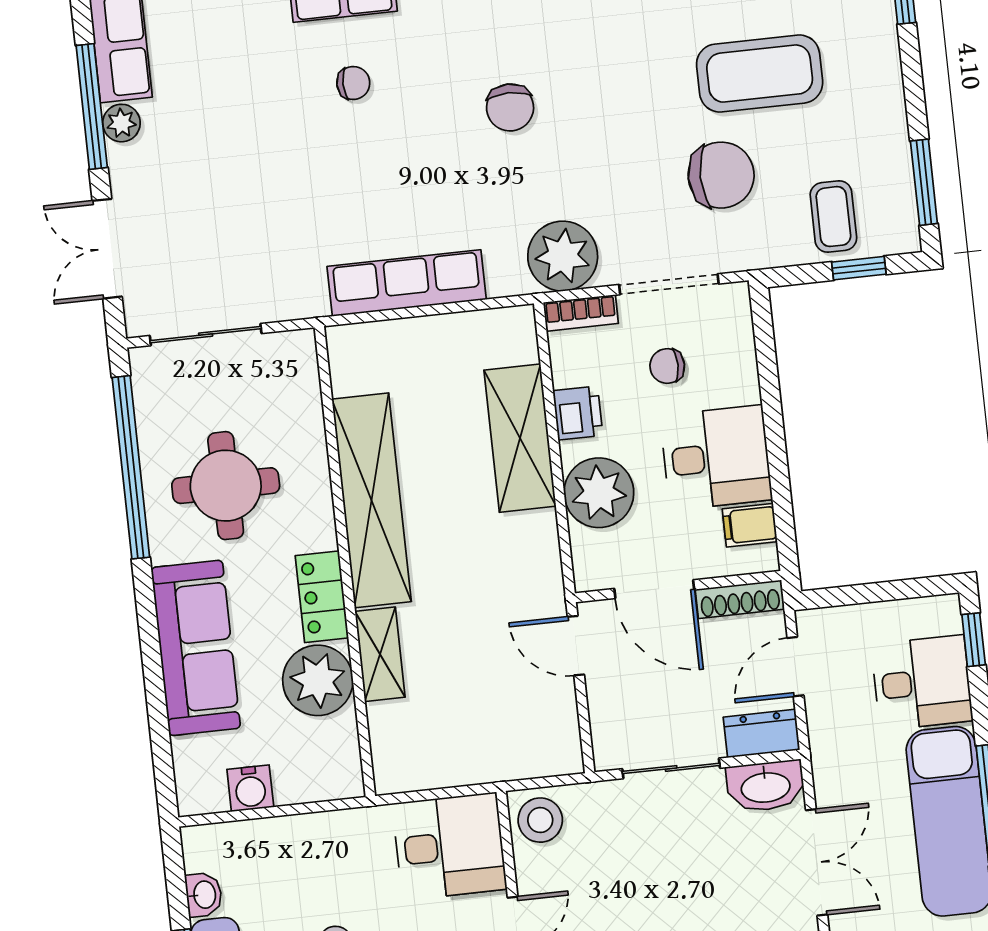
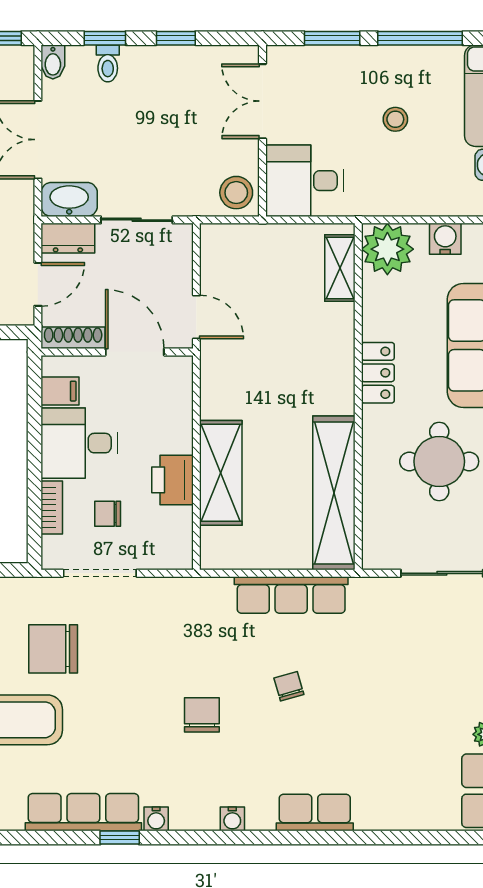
chair: (353, 83) -> (289, 686), moved, turned 74
plant: (563, 256) -> (175, 602), removed
bookcase: (581, 313) -> (52, 508), moved, turned 90
chair: (667, 366) -> (108, 514), turned 180
printer: (578, 413) -> (173, 480), width x1.36, depth x1.24
plant: (599, 493) -> (168, 427), removed
shelving: (372, 500) -> (334, 493), moved
shelving: (380, 654) -> (340, 268), moved
plant: (318, 680) -> (387, 249), moved

